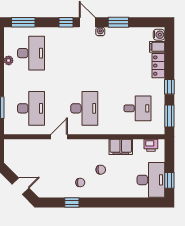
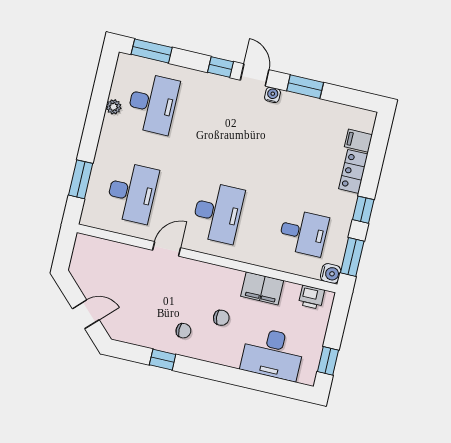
water cooler: (159, 35) -> (331, 273), moved
desk: (151, 180) -> (273, 354), moved, turned 90

